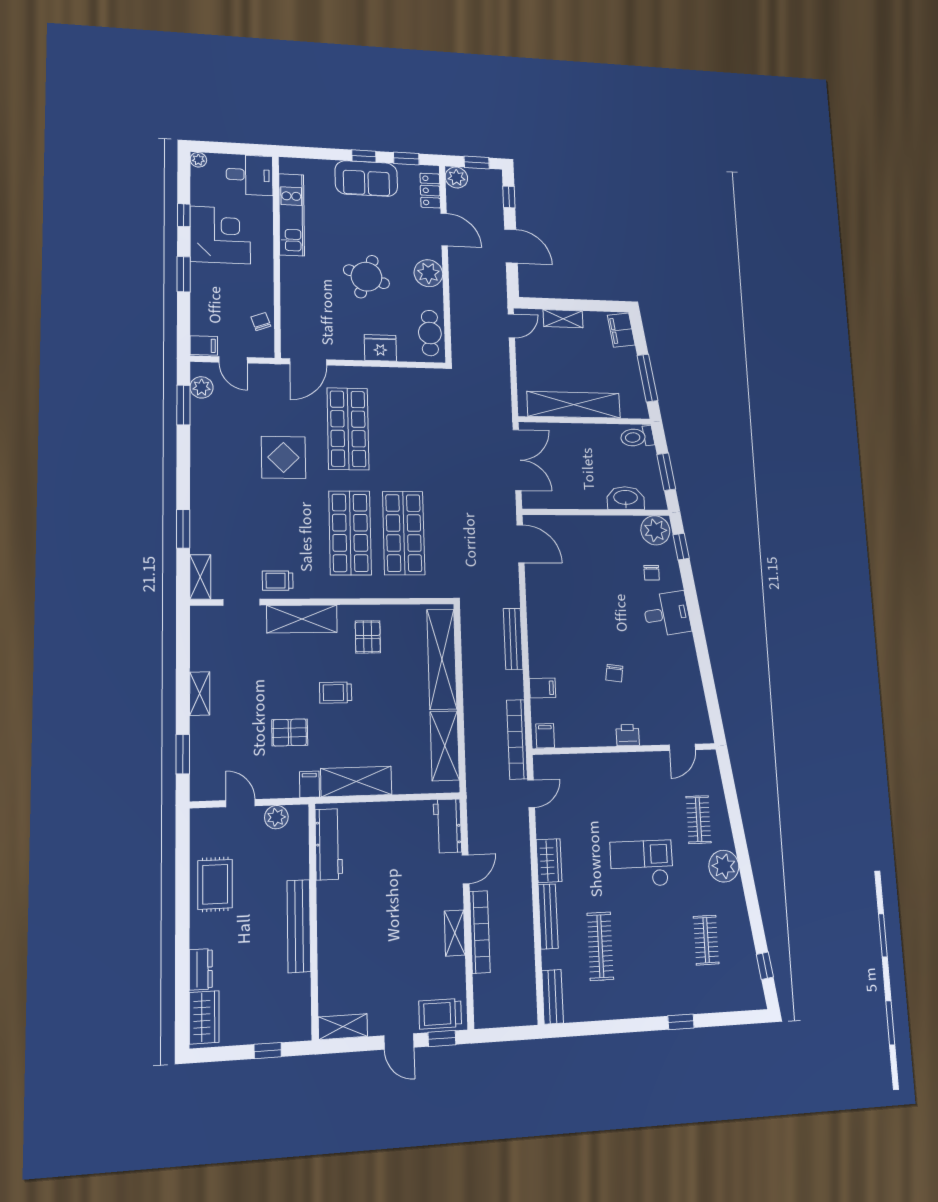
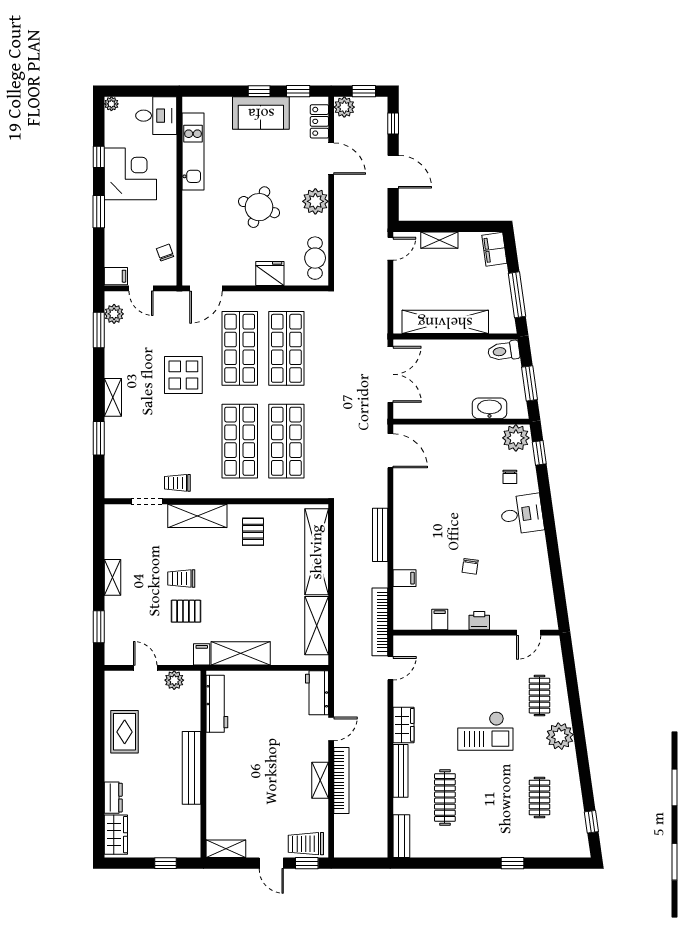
shop shelf: (401, 430) -> (286, 348), added
shelving: (200, 577) -> (113, 397), moved
trolley: (336, 693) -> (181, 578), moved
filing cabinet: (545, 736) -> (440, 619), moved
checkout: (642, 864) -> (485, 731), turned 180

